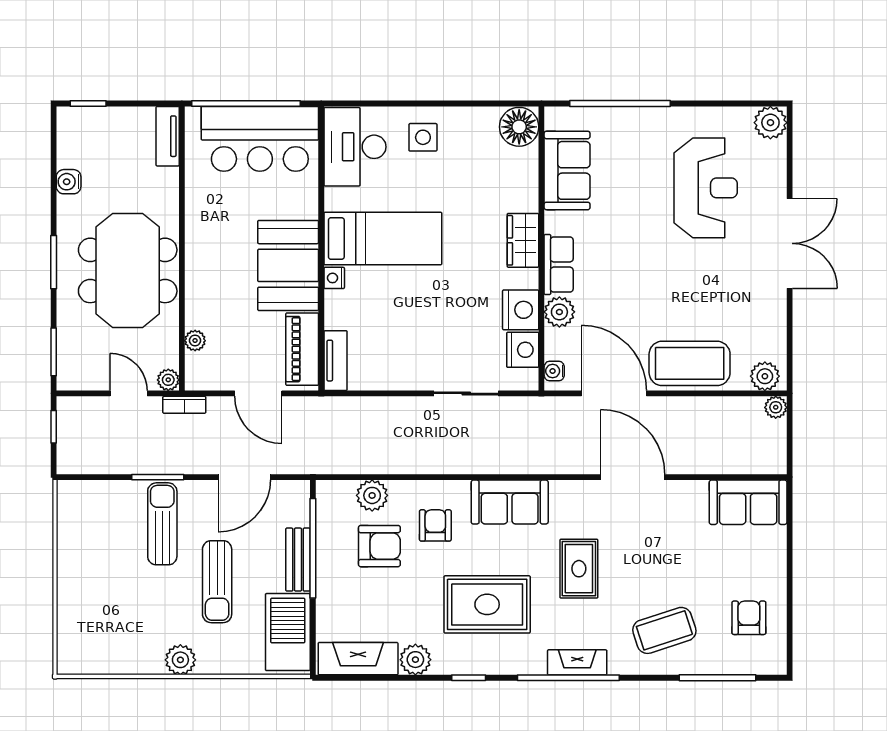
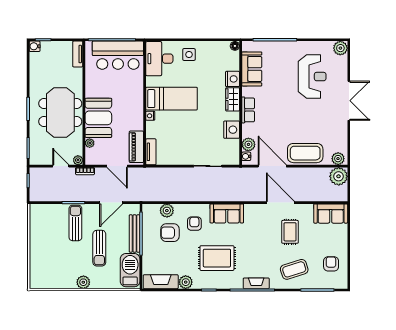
floor lamp: (519, 127) -> (235, 46), width x0.53, depth x0.53
water cooler: (69, 182) -> (35, 46), moved
booth: (288, 265) -> (98, 118), moved
plant: (559, 312) -> (248, 144), moved
nightstand: (523, 350) -> (232, 79), moved
plant: (776, 407) -> (339, 176), width x1.88, depth x1.88
armchair: (379, 546) -> (170, 233), turned 180
bench: (298, 560) -> (135, 234), width x1.36
rug: (579, 569) -> (290, 232), moved

